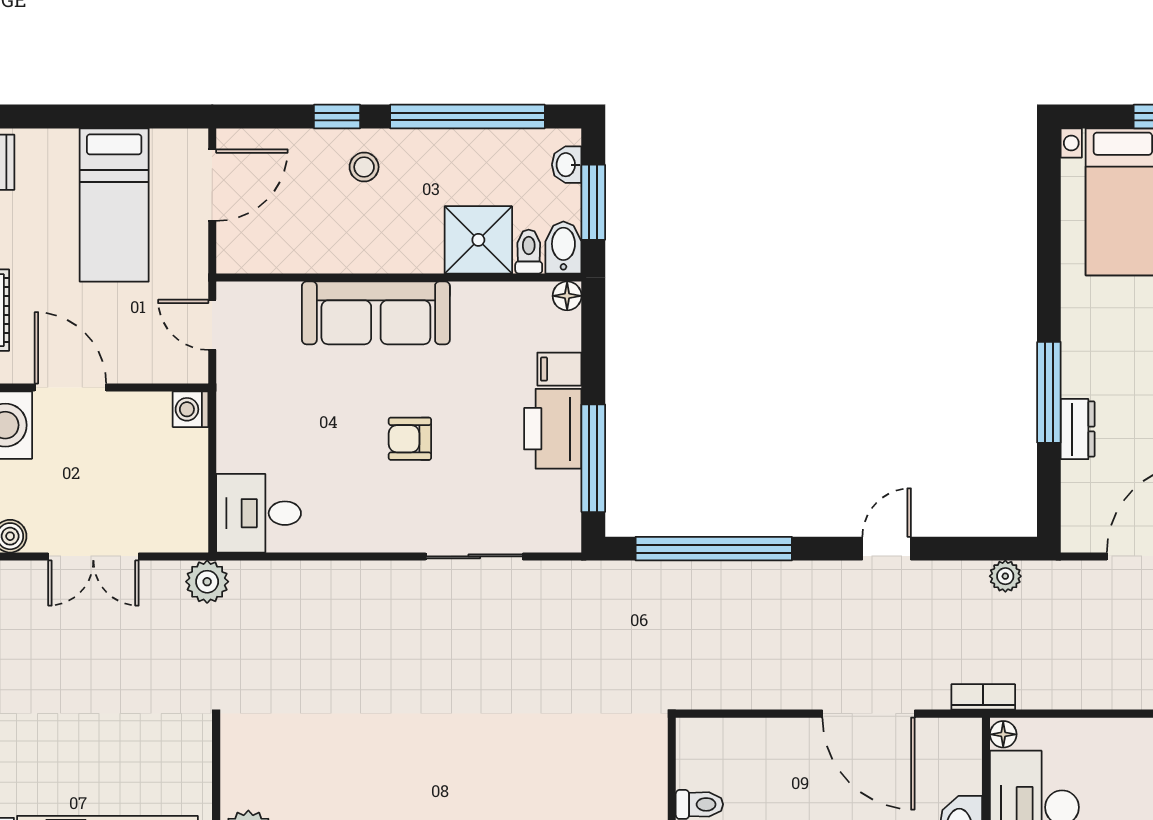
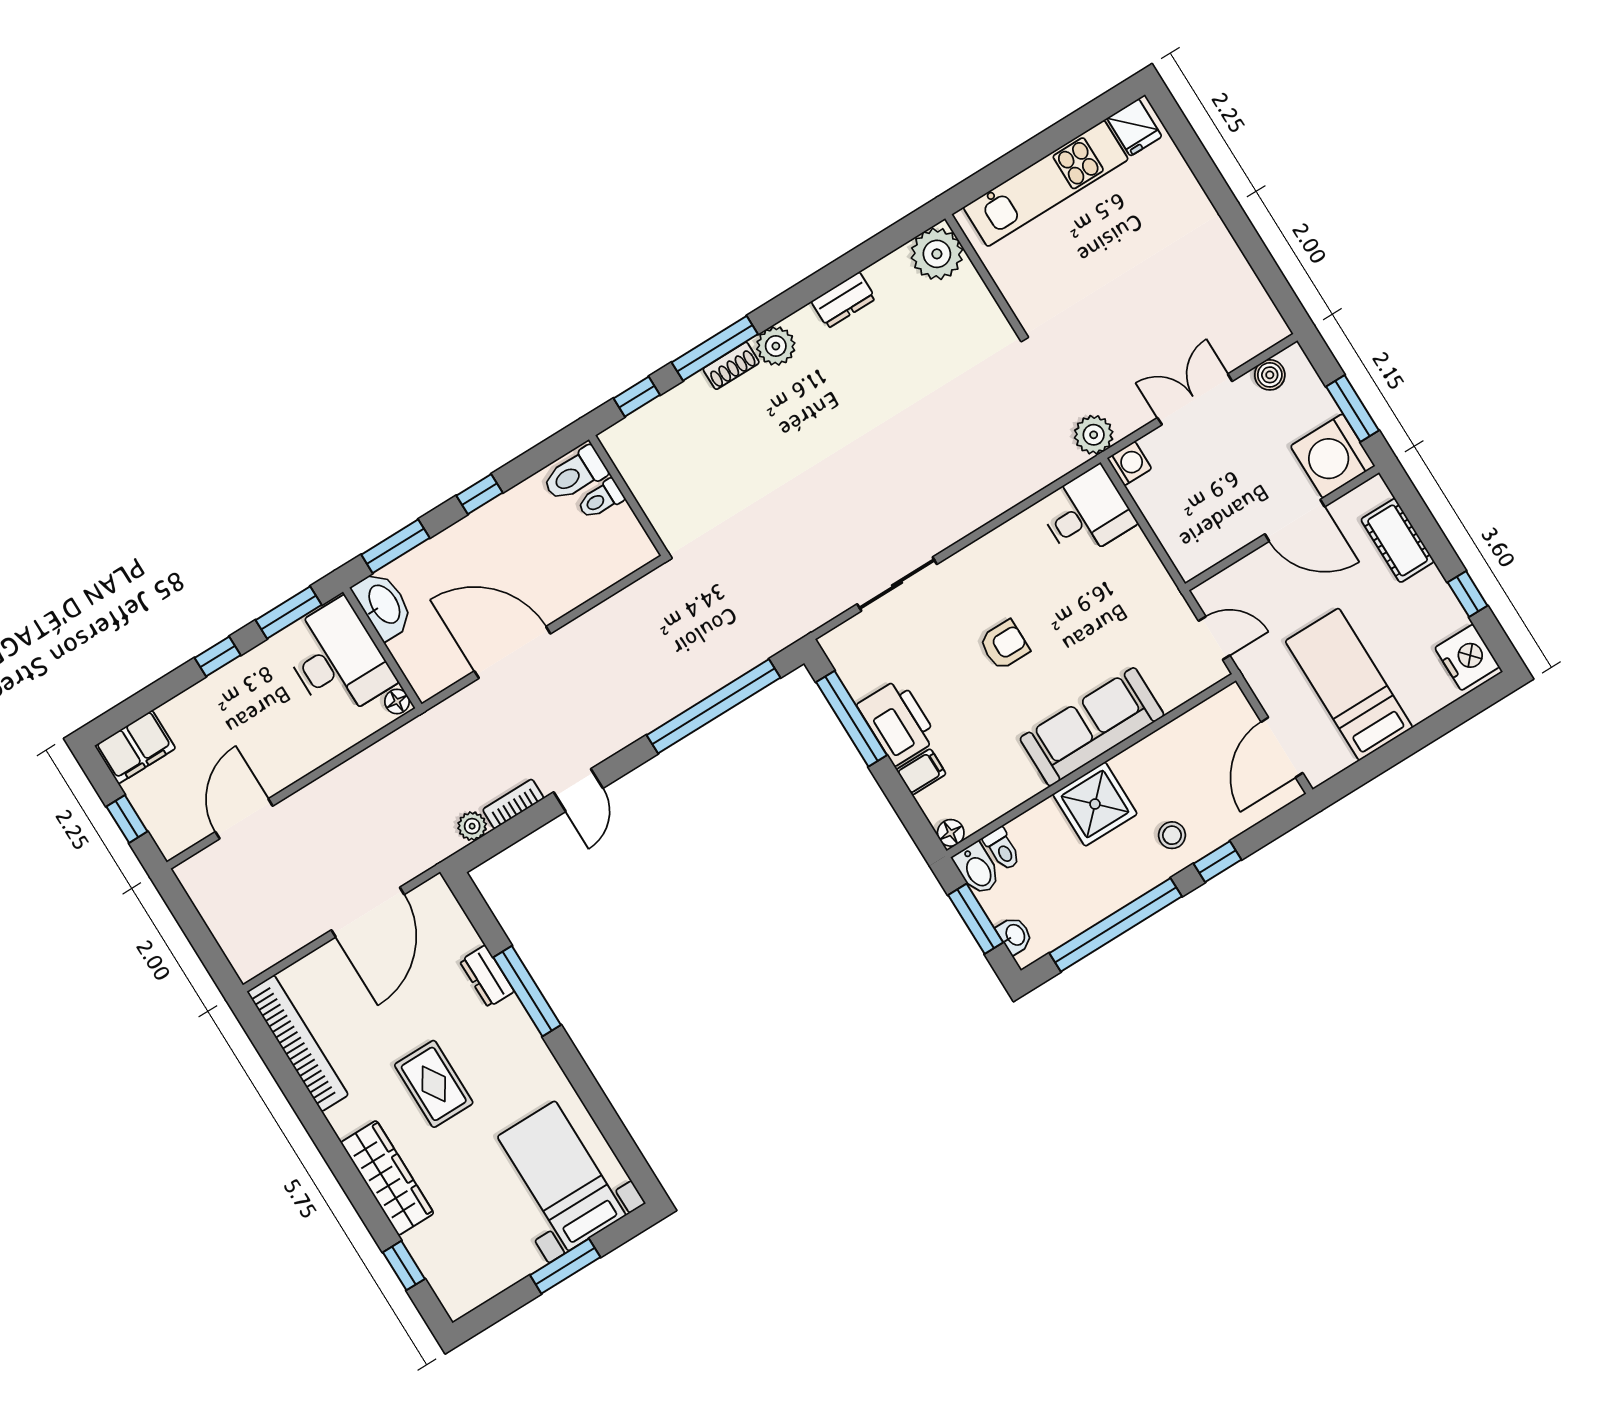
shower: (478, 240) -> (1095, 804), moved
washing machine: (190, 409) -> (1129, 463), moved
bookcase: (983, 697) -> (513, 804), moved, turned 180

